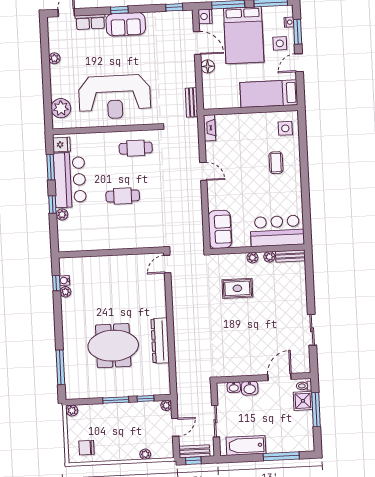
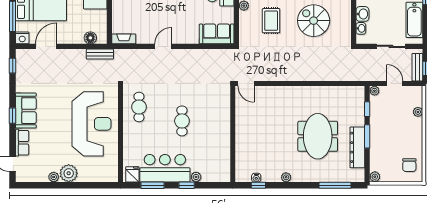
floor lamp: (208, 66) -> (90, 38), moved
plant: (61, 108) -> (69, 173), moved
plant: (65, 292) -> (286, 177), moved
spiral stairs: (240, 335) -> (314, 21), added
dresser: (160, 341) -> (357, 147), moved, turned 90

